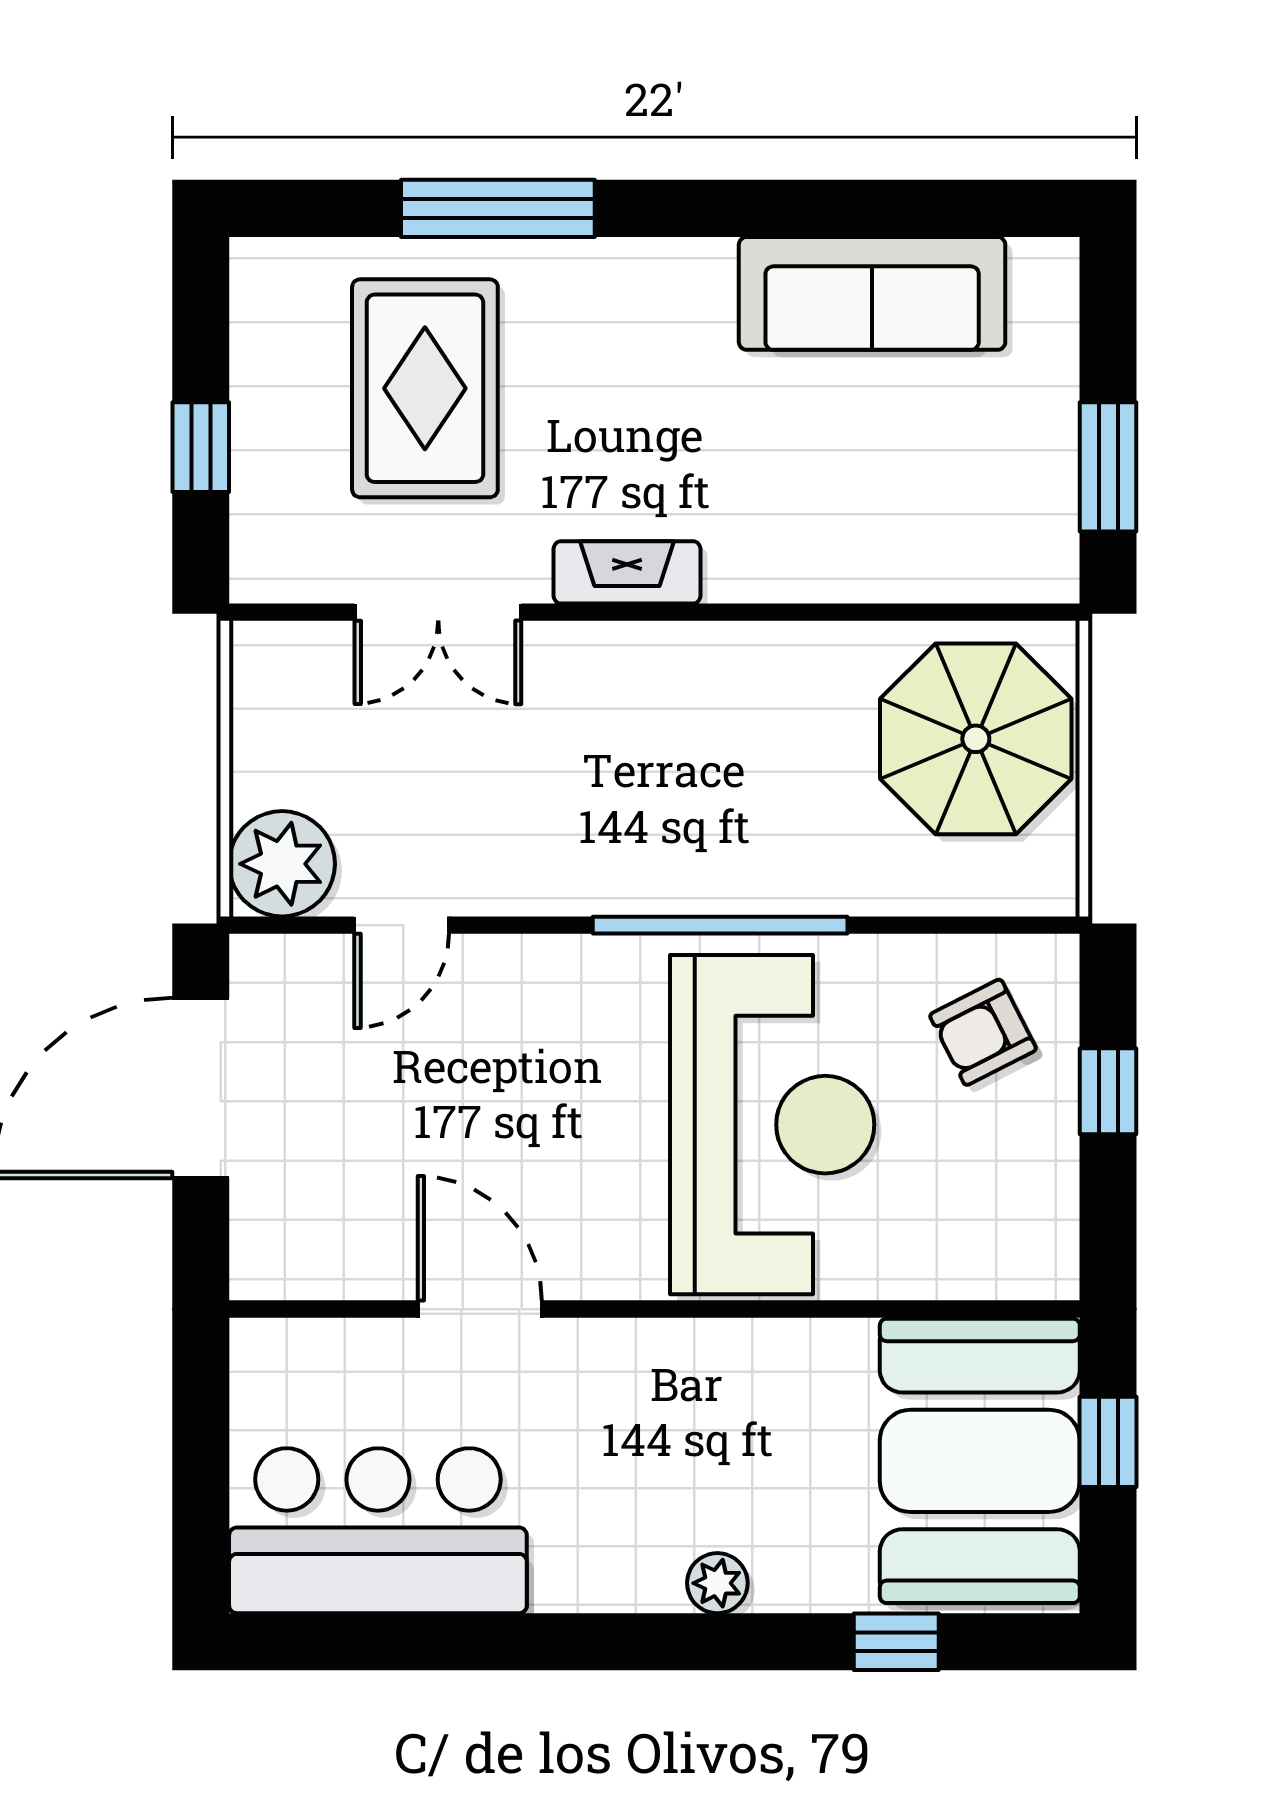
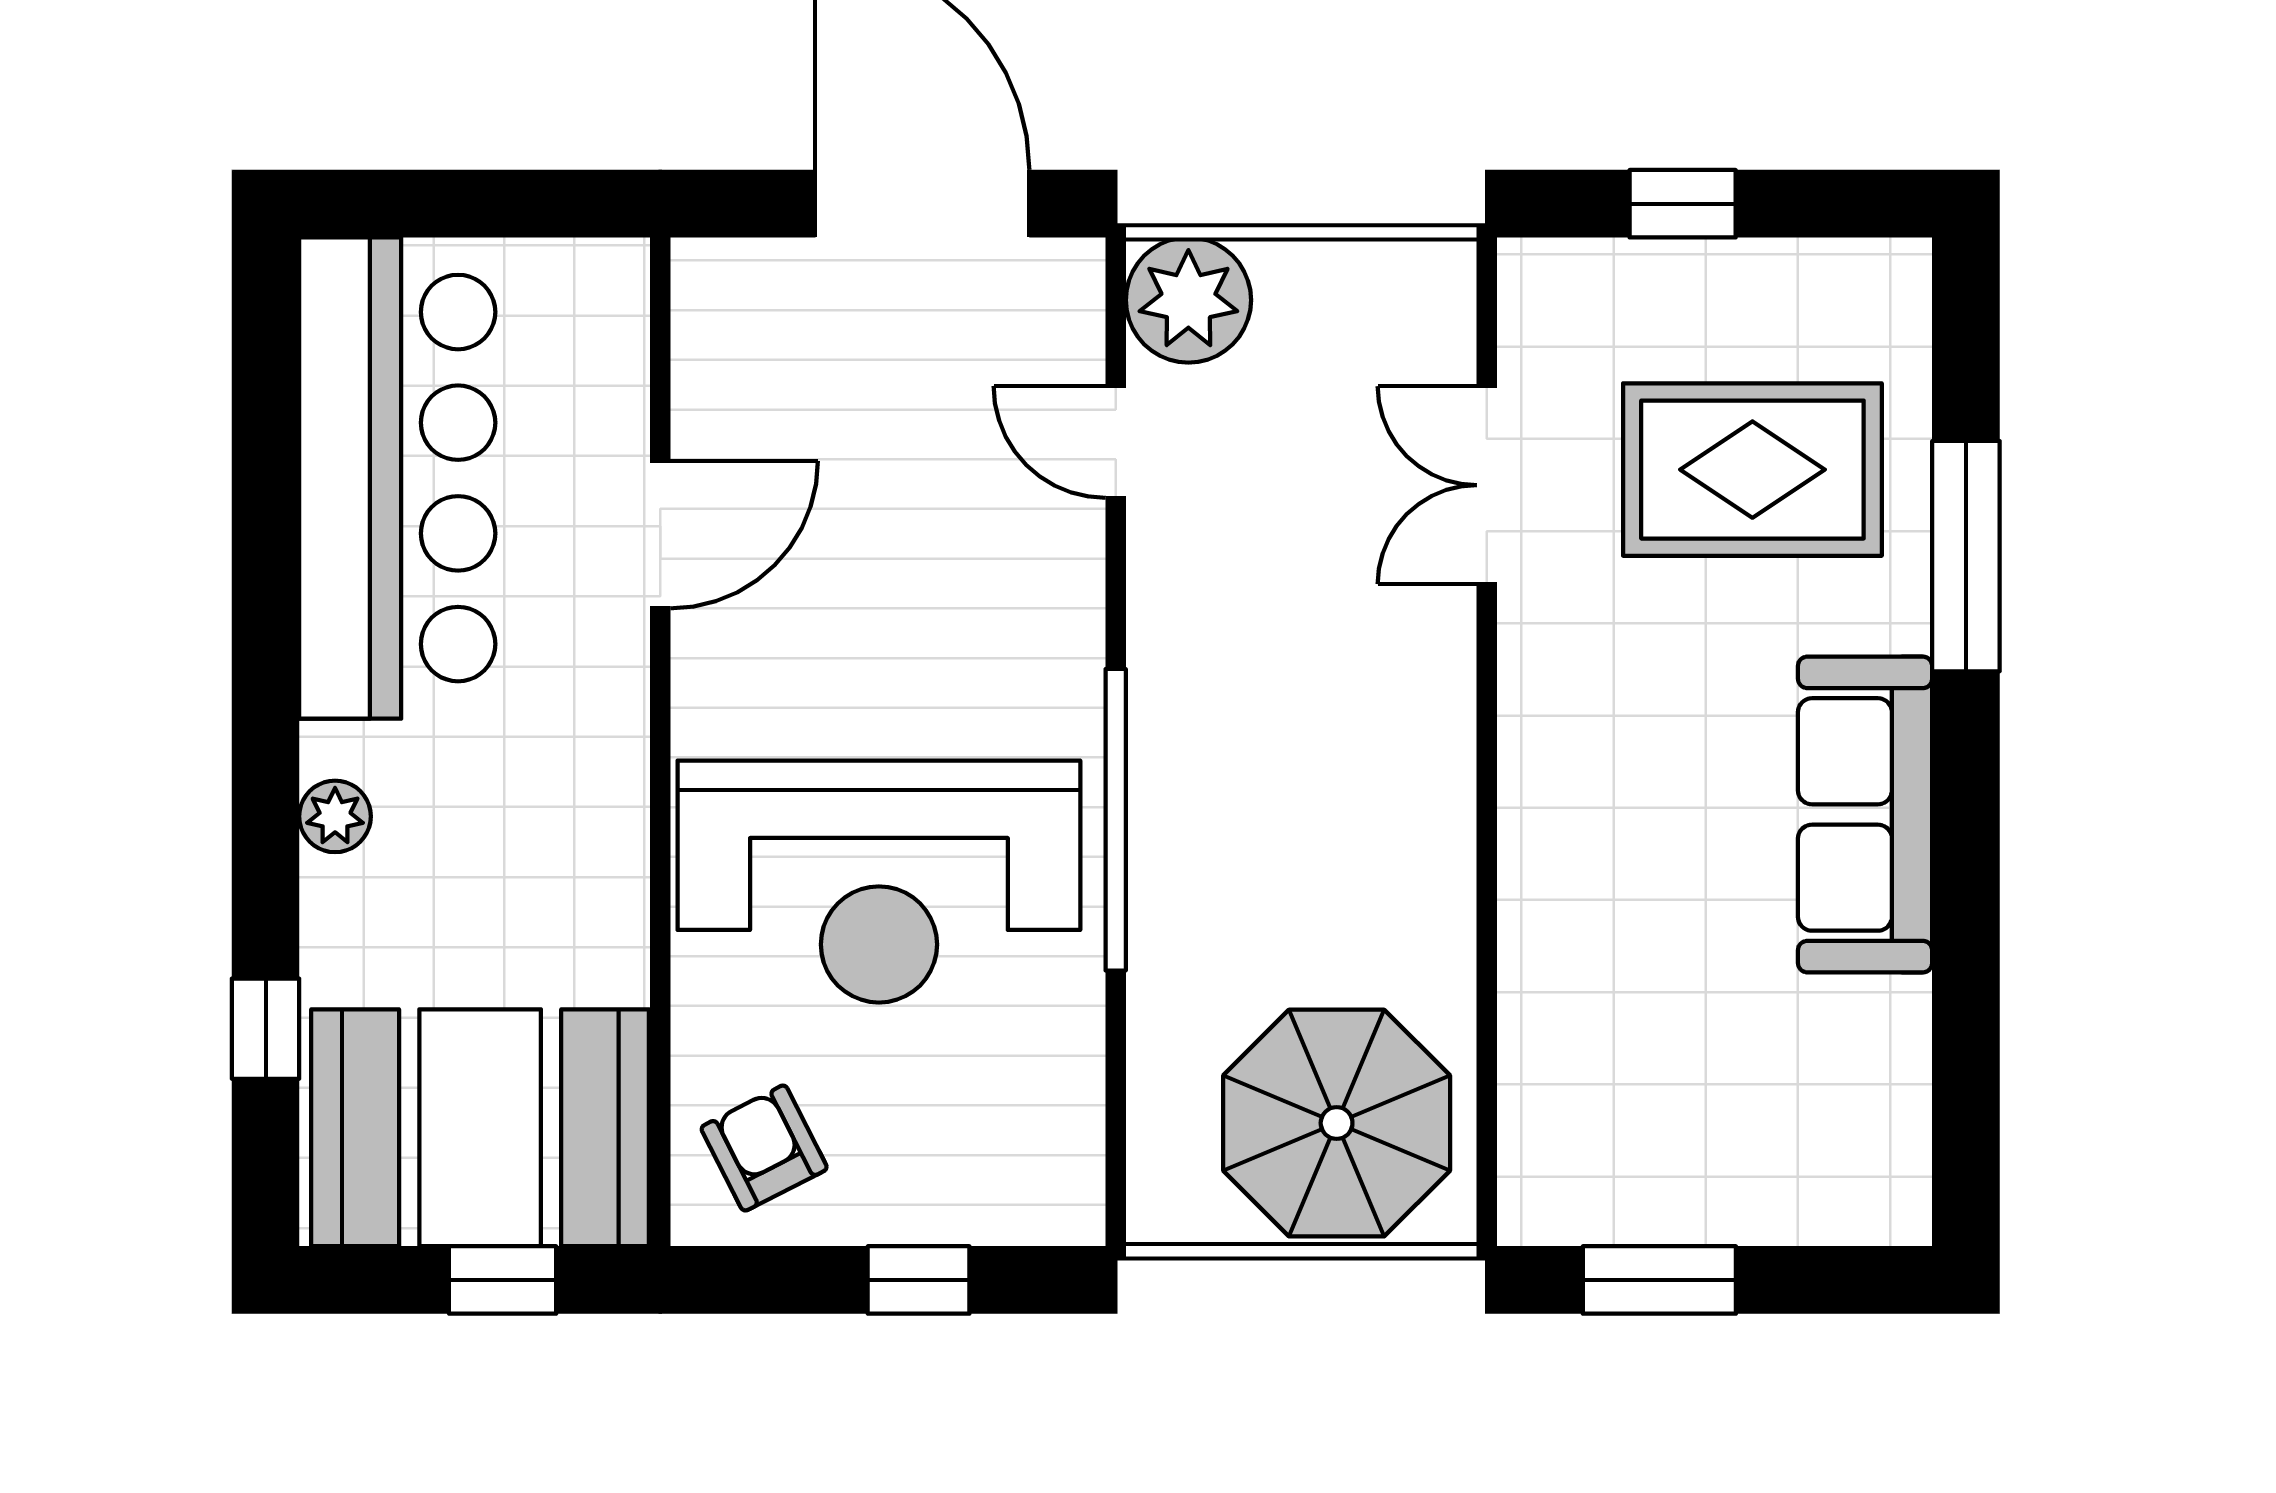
sofa: (872, 293) -> (1865, 814), moved
fireplace: (627, 572) -> (1534, 709), removed
armchair: (983, 1032) -> (764, 1148), moved
bar counter: (378, 1531) -> (397, 478), width x1.36

